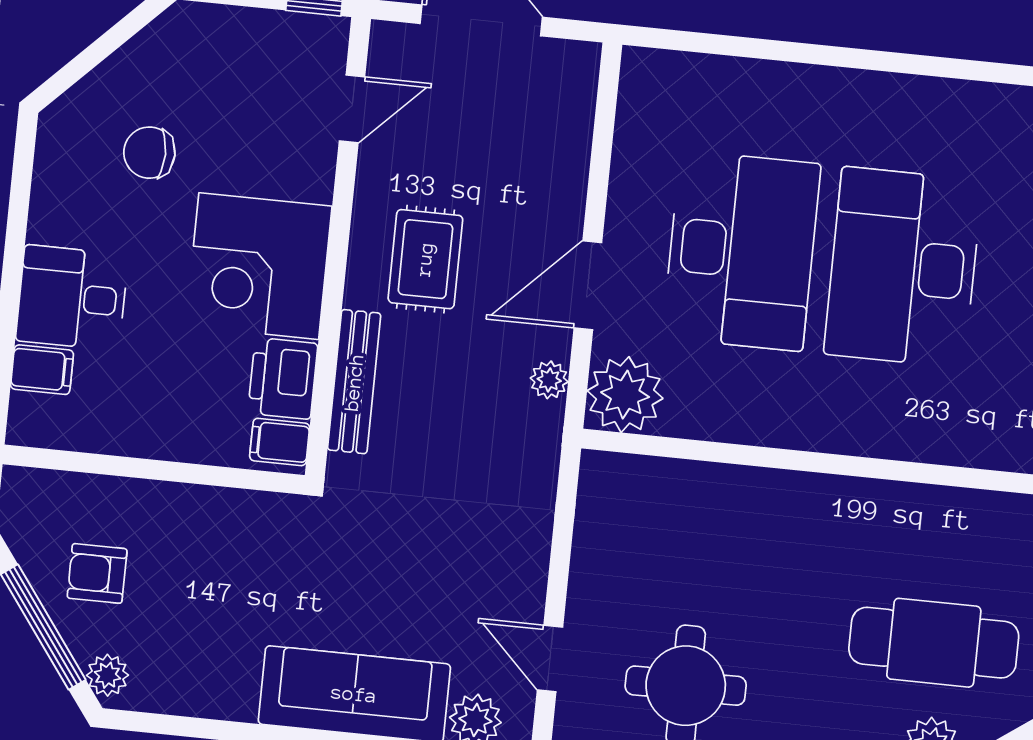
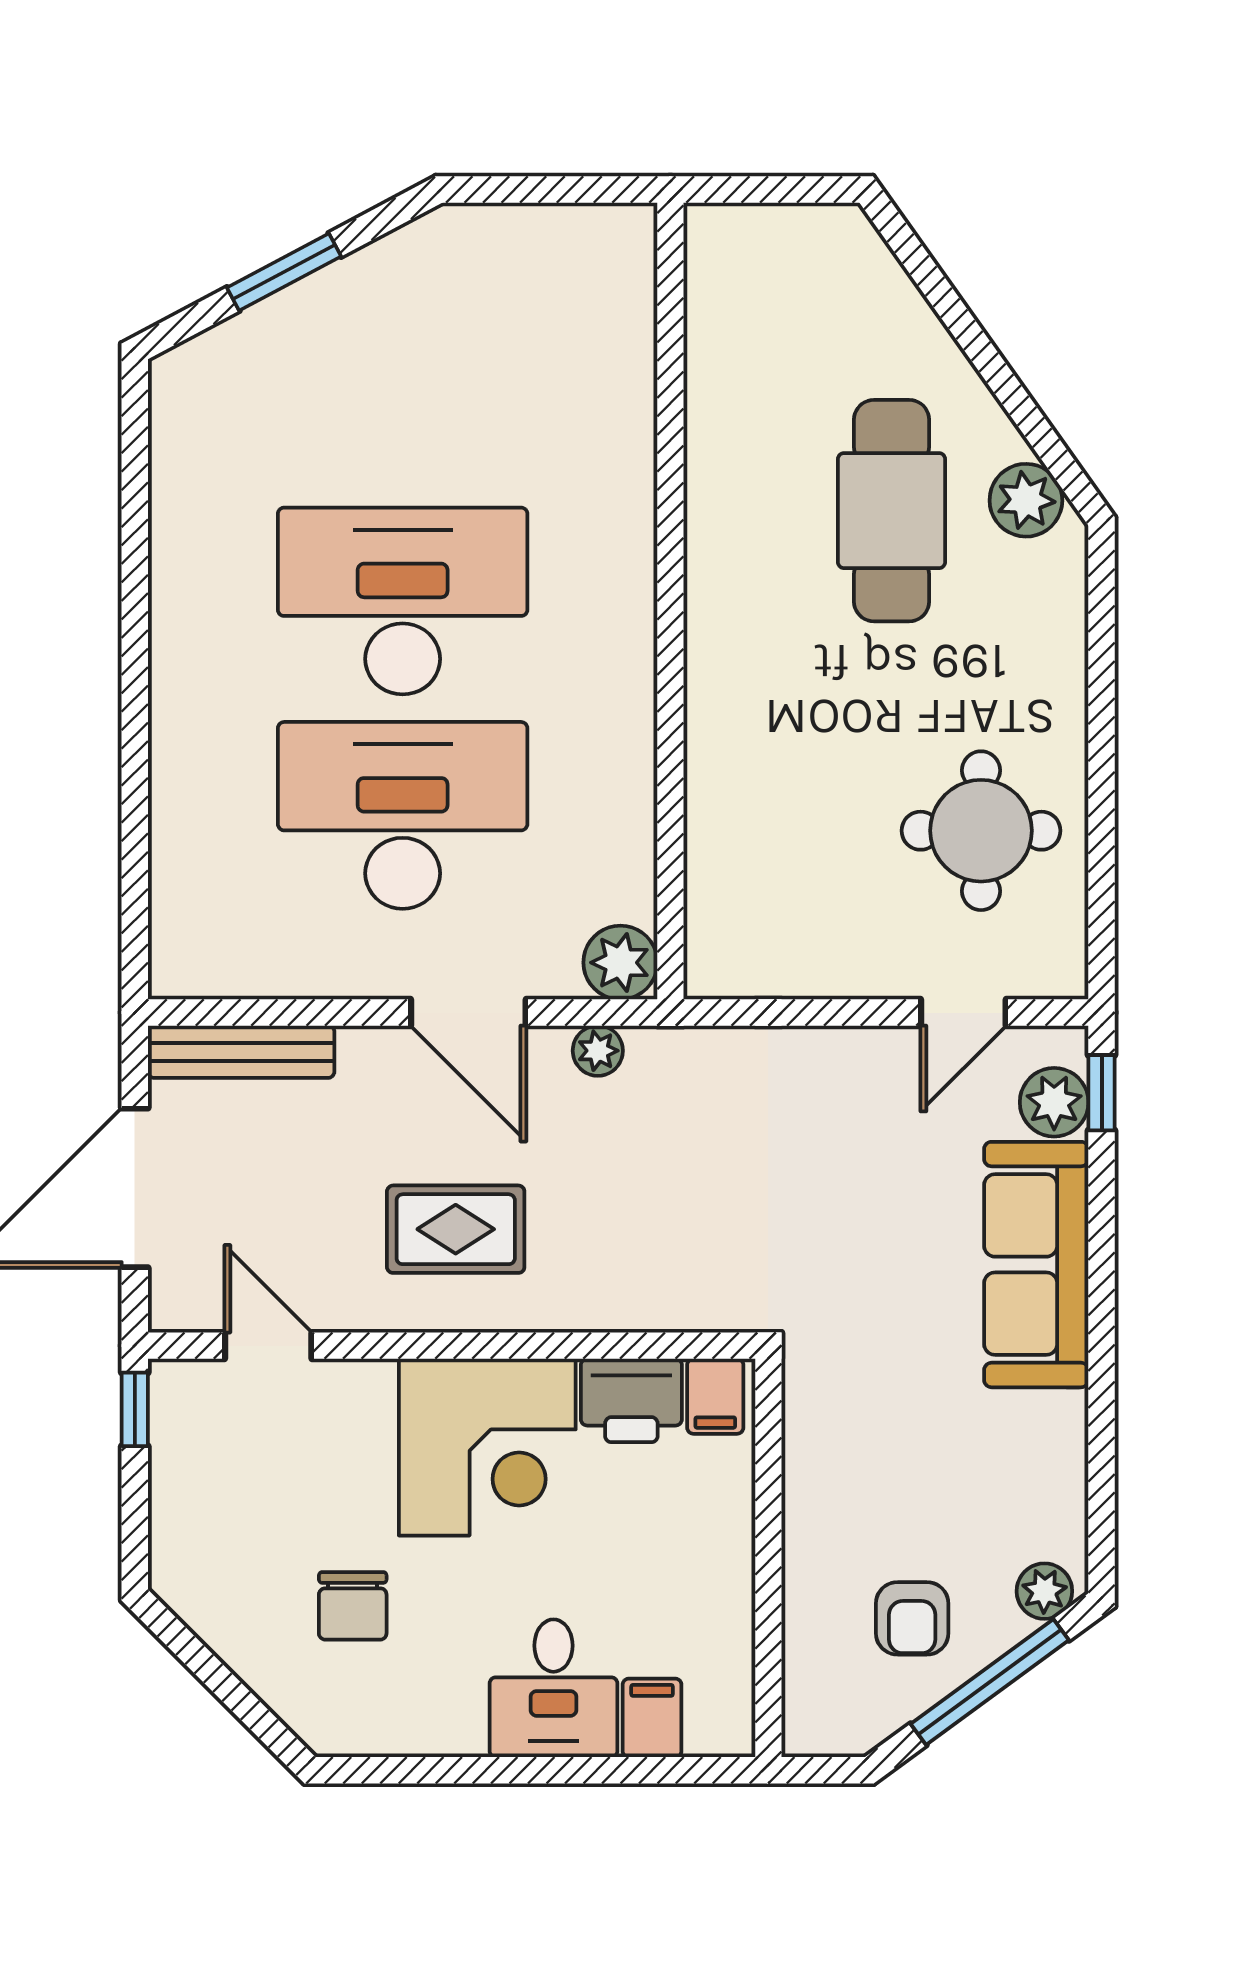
desk: (903, 267) -> (403, 601), turned 180
bench: (354, 382) -> (241, 1052), moved
plant: (625, 395) -> (620, 963), width x0.73, depth x0.73

